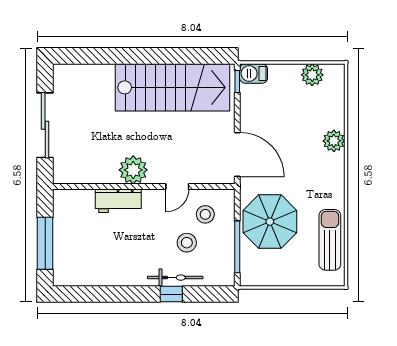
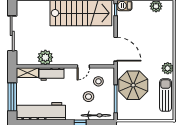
plant: (334, 141) -> (168, 68), moved
plant: (133, 170) -> (45, 57), moved
shelving: (73, 198) -> (27, 73), added
workbench: (99, 270) -> (41, 111), added
bicycle: (175, 278) -> (96, 115), moved

